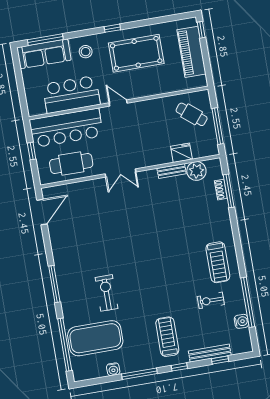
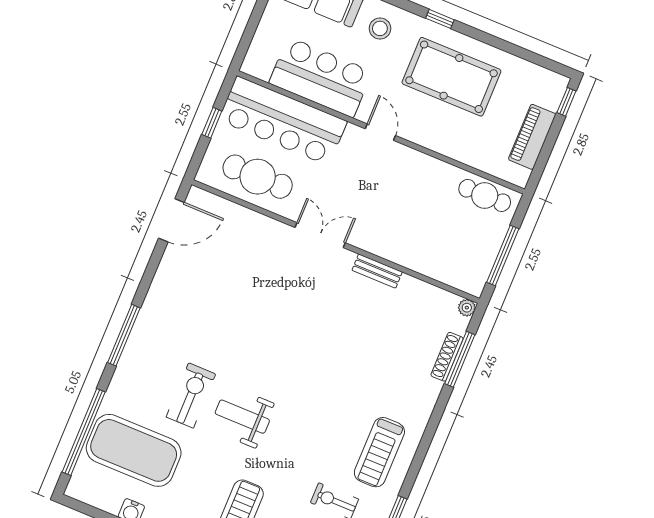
piano: (191, 52) -> (532, 137), width x0.73, depth x0.75
cafe table: (192, 114) -> (485, 196), moved, turned -39
fridge: (181, 153) -> (426, 261), removed
bench: (172, 171) -> (377, 271), moved
plant: (196, 171) -> (467, 308), moved, width x0.53, depth x0.53
double door: (120, 173) -> (320, 235), swing flipped
shoe rack: (221, 190) -> (447, 357), width x1.43
weight bench: (139, 287) -> (242, 417), added

